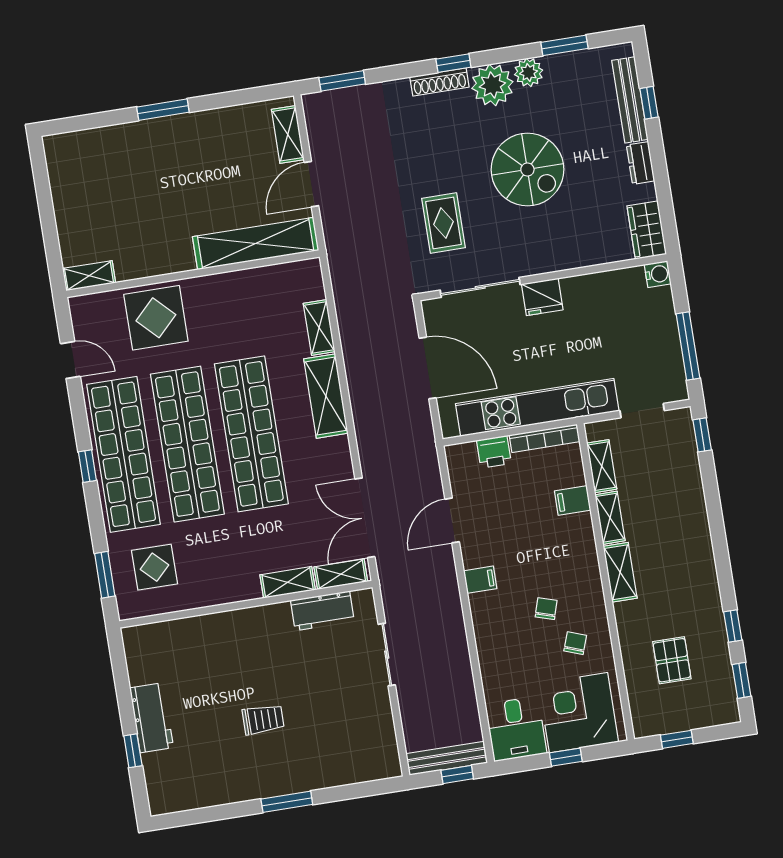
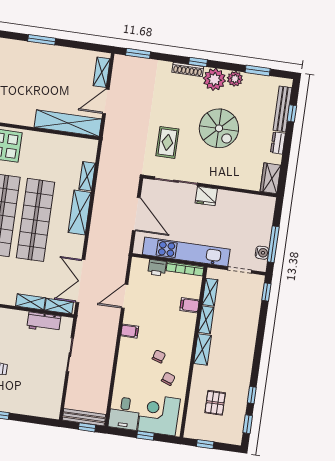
water cooler: (658, 274) -> (262, 253), moved

